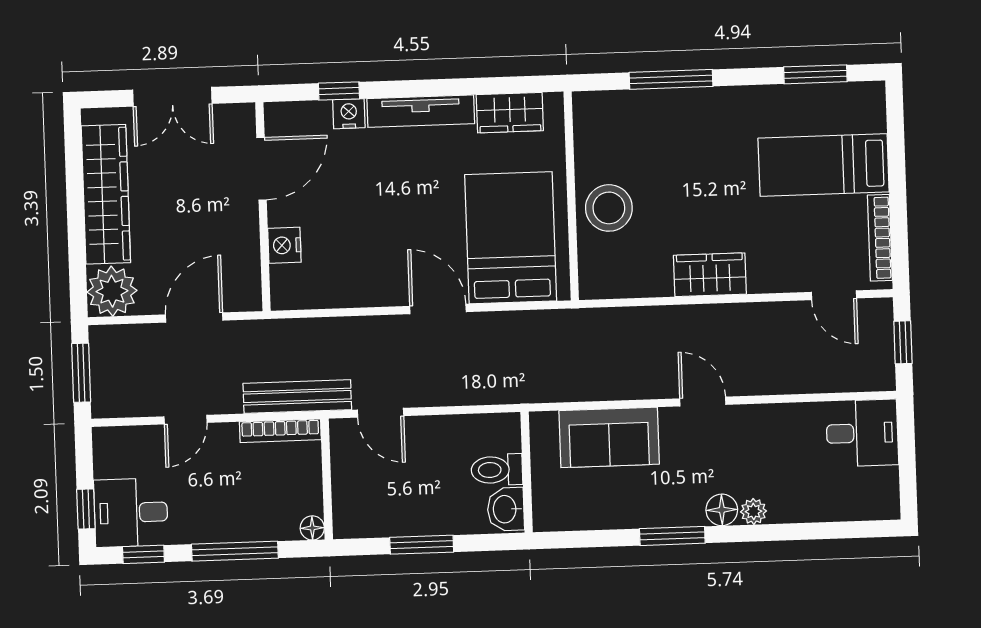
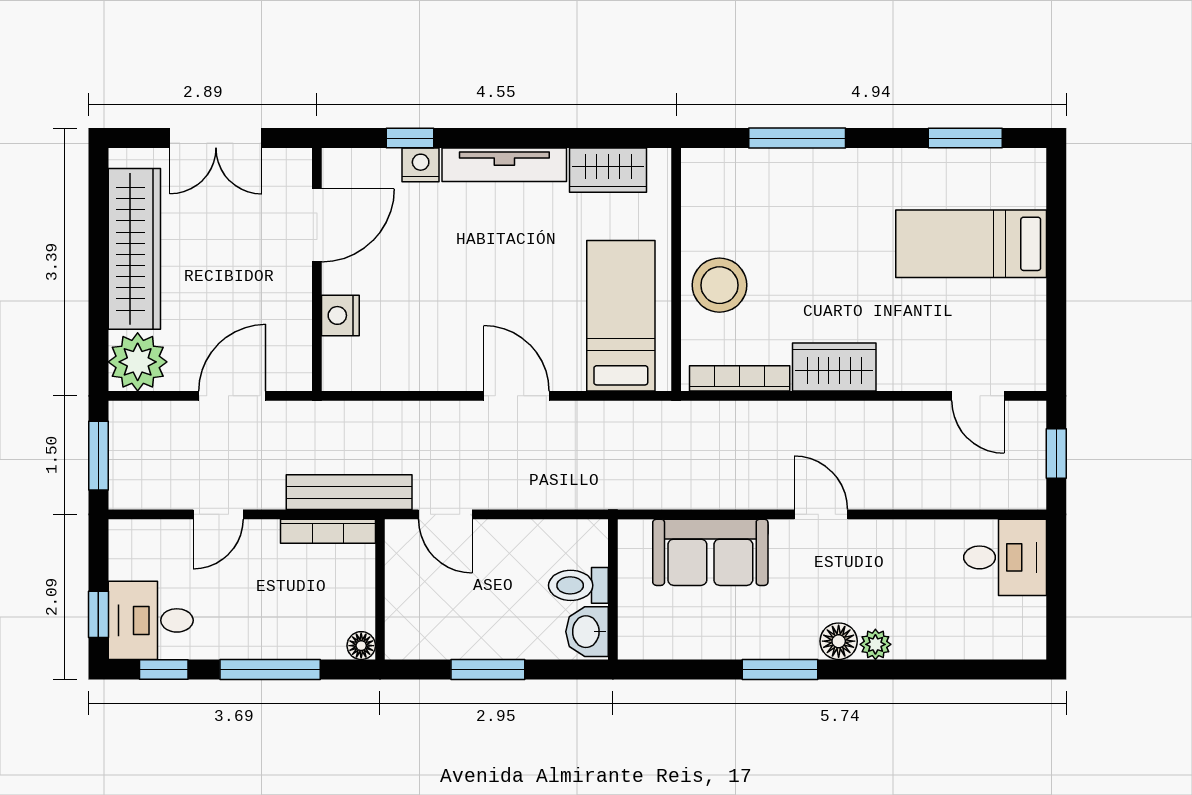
bed: (511, 238) -> (621, 316), width x0.67
bookcase: (880, 238) -> (740, 378), moved, turned 90

